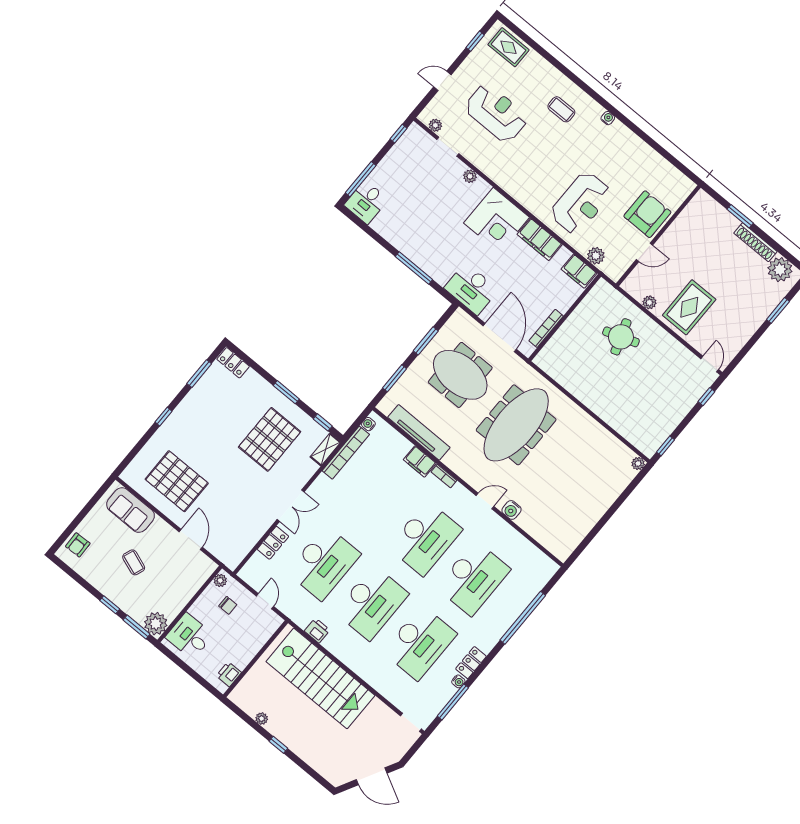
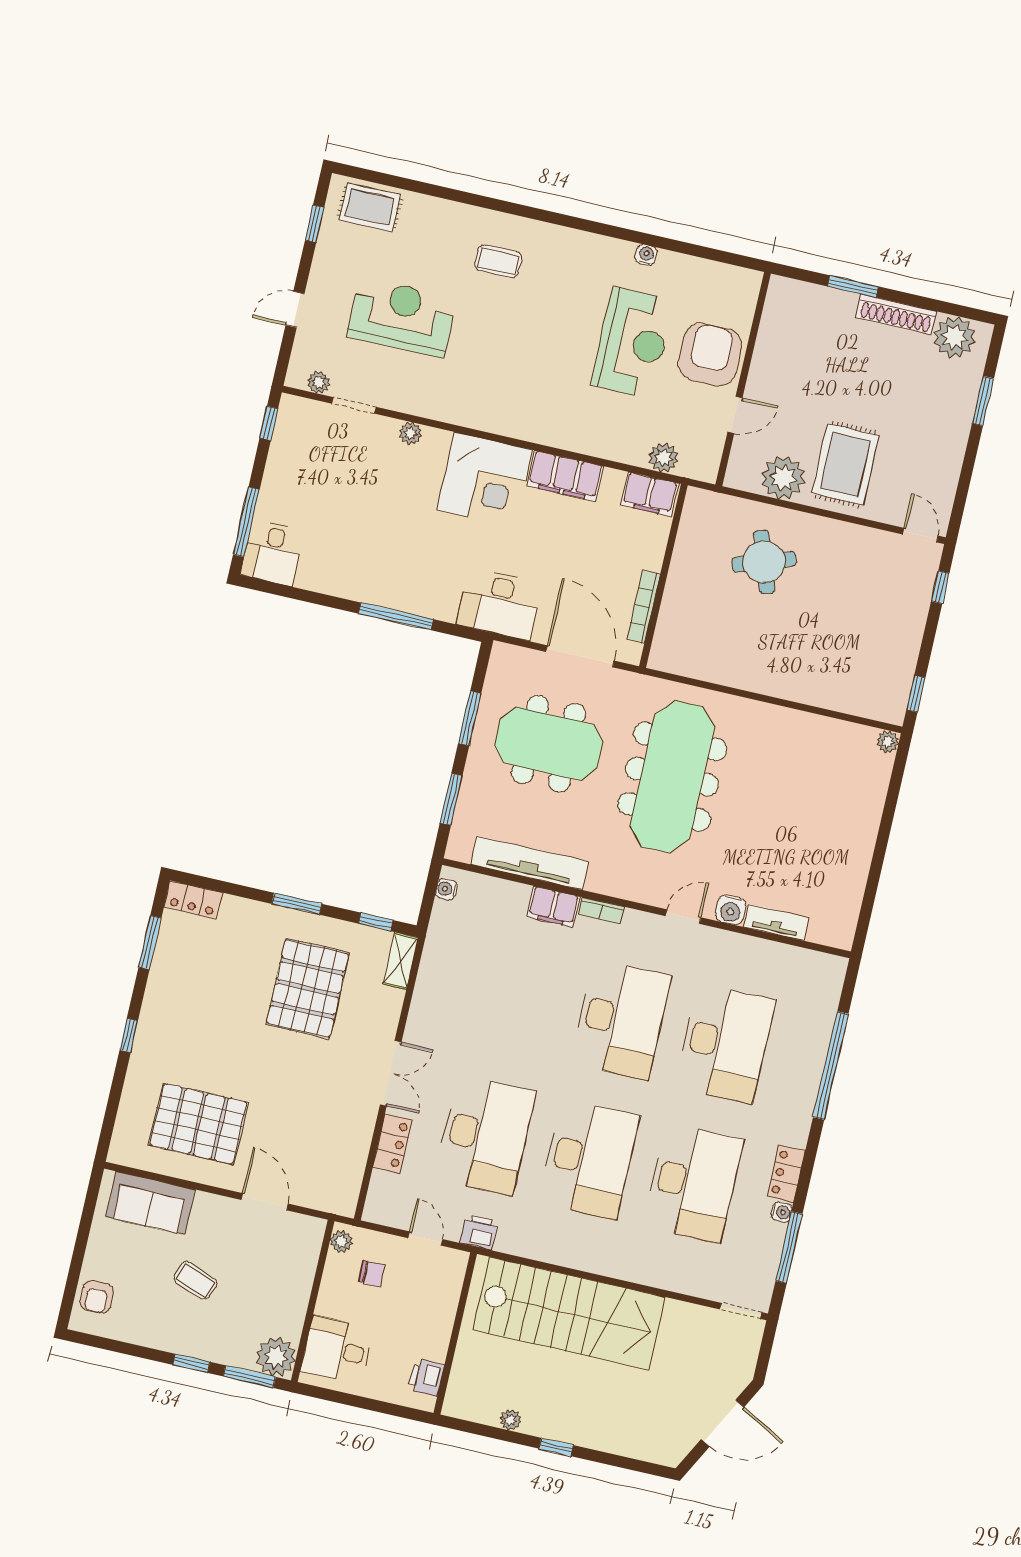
water cooler: (608, 118) -> (646, 255), moved
reception desk: (581, 203) -> (633, 343), moved
plant: (649, 302) -> (783, 478), width x1.87, depth x1.87
bookcase: (346, 453) -> (434, 950), removed
tv unit: (532, 529) -> (776, 922), added
printer: (317, 630) -> (479, 1232), moved

